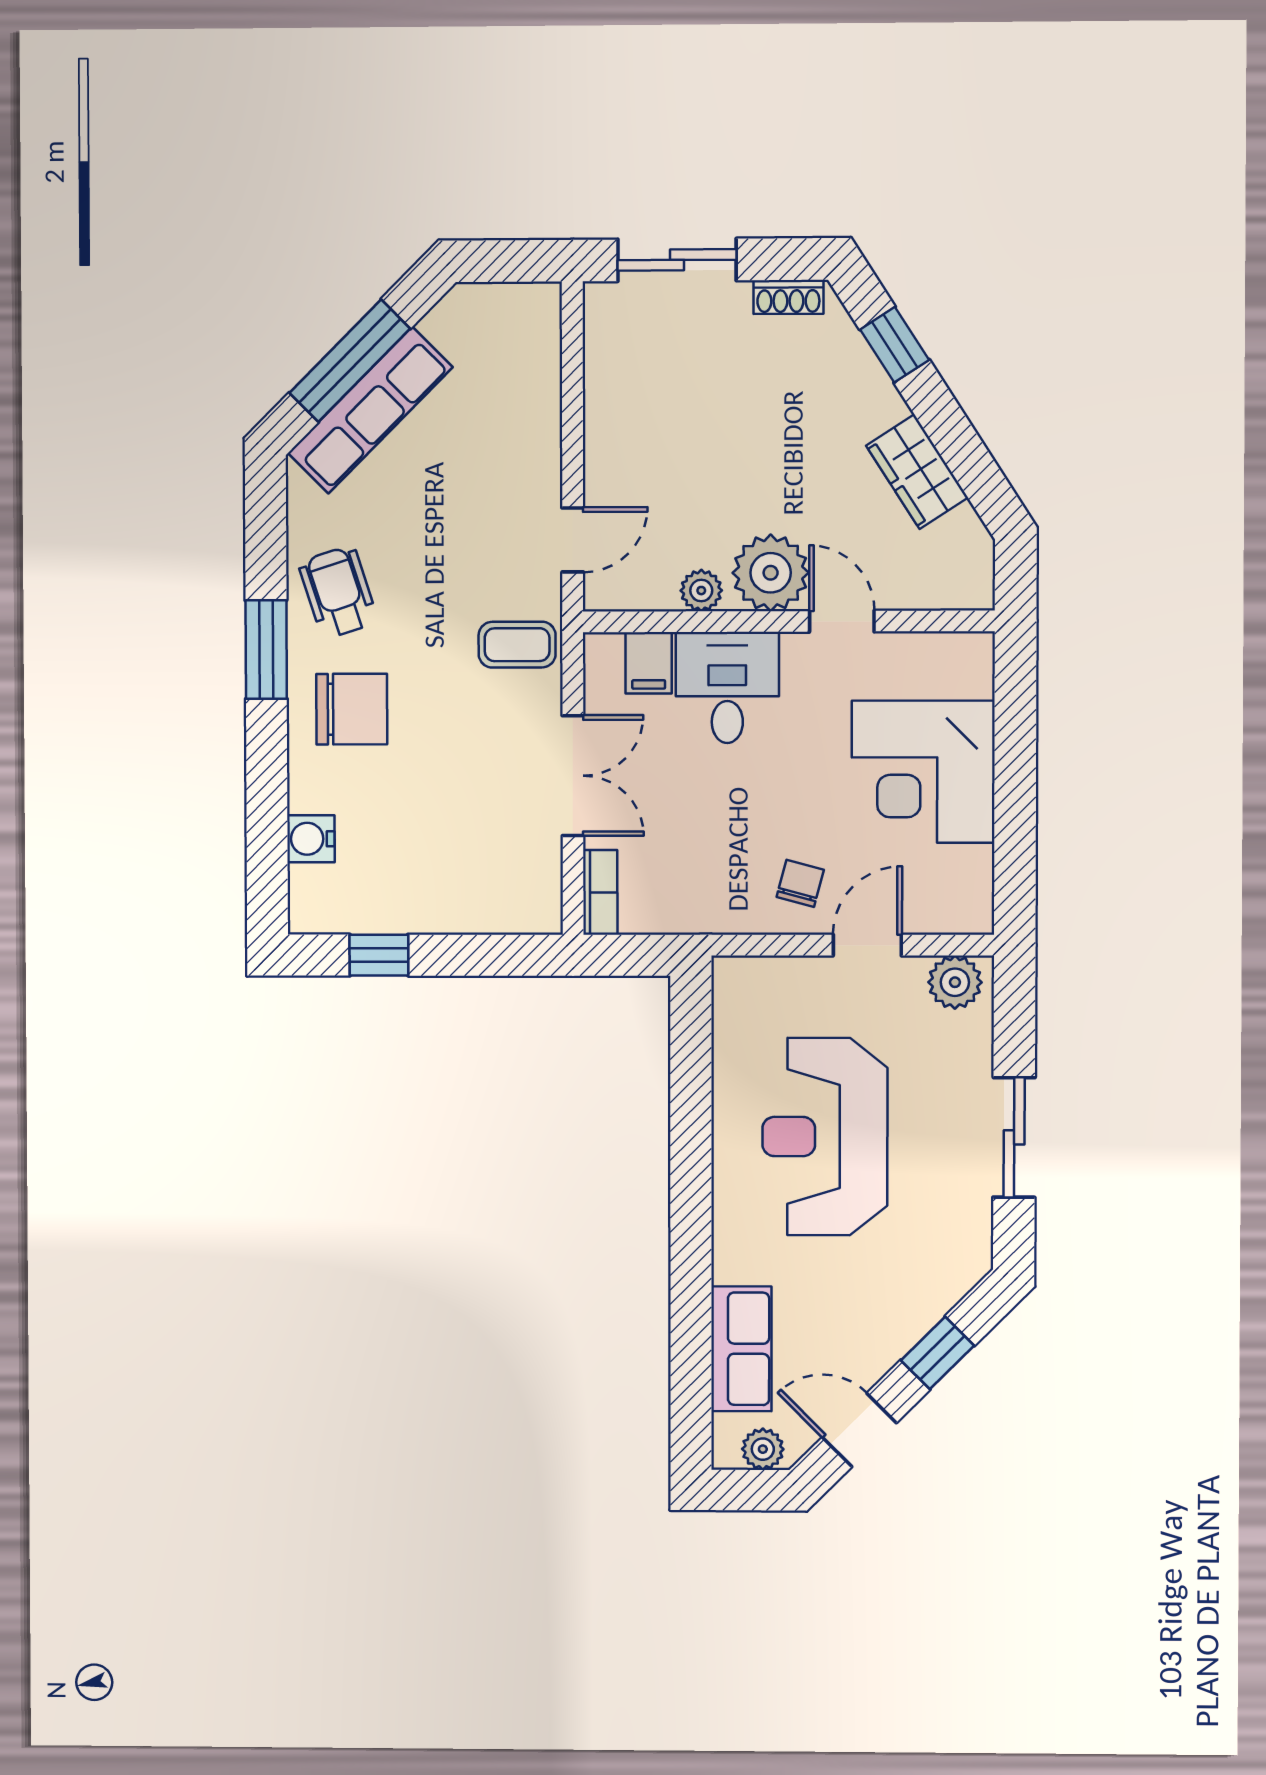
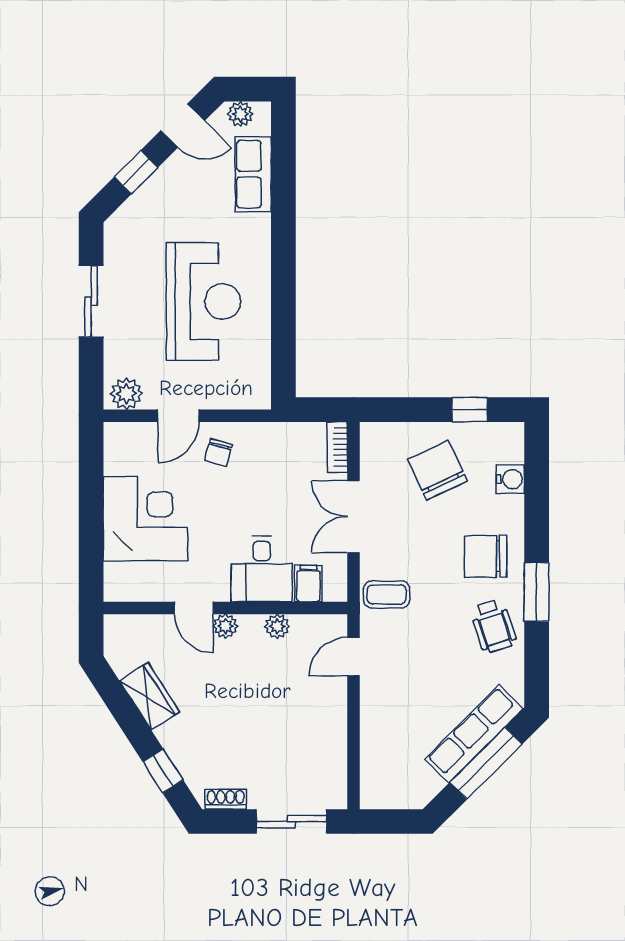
plant: (771, 573) -> (225, 626), width x0.53, depth x0.53
chair: (433, 854) -> (437, 470), added

